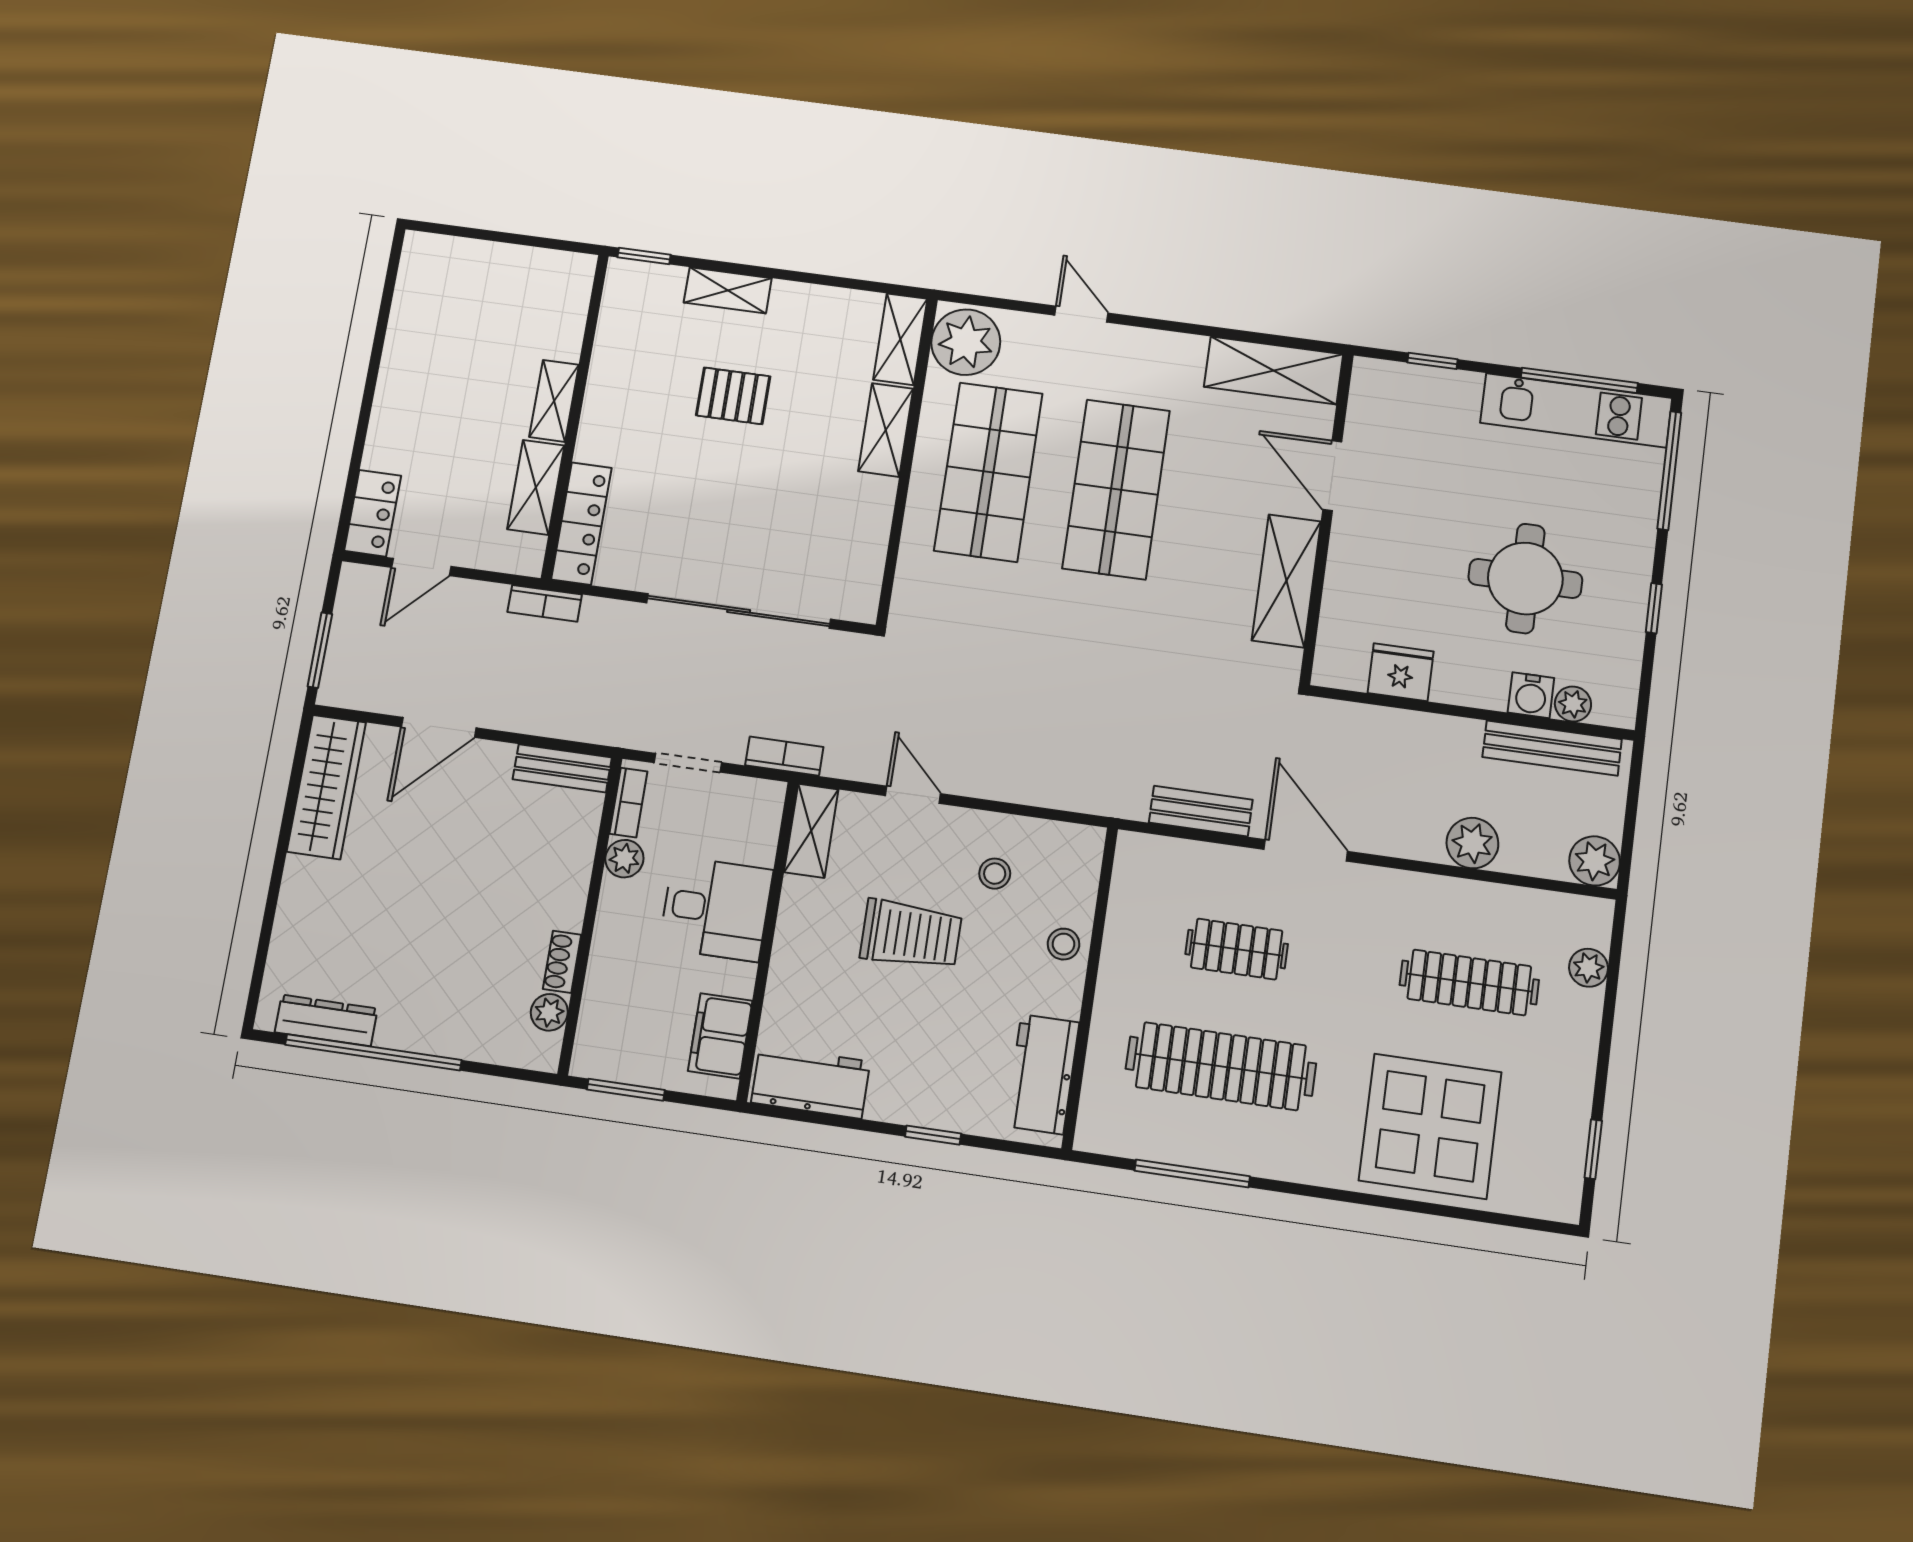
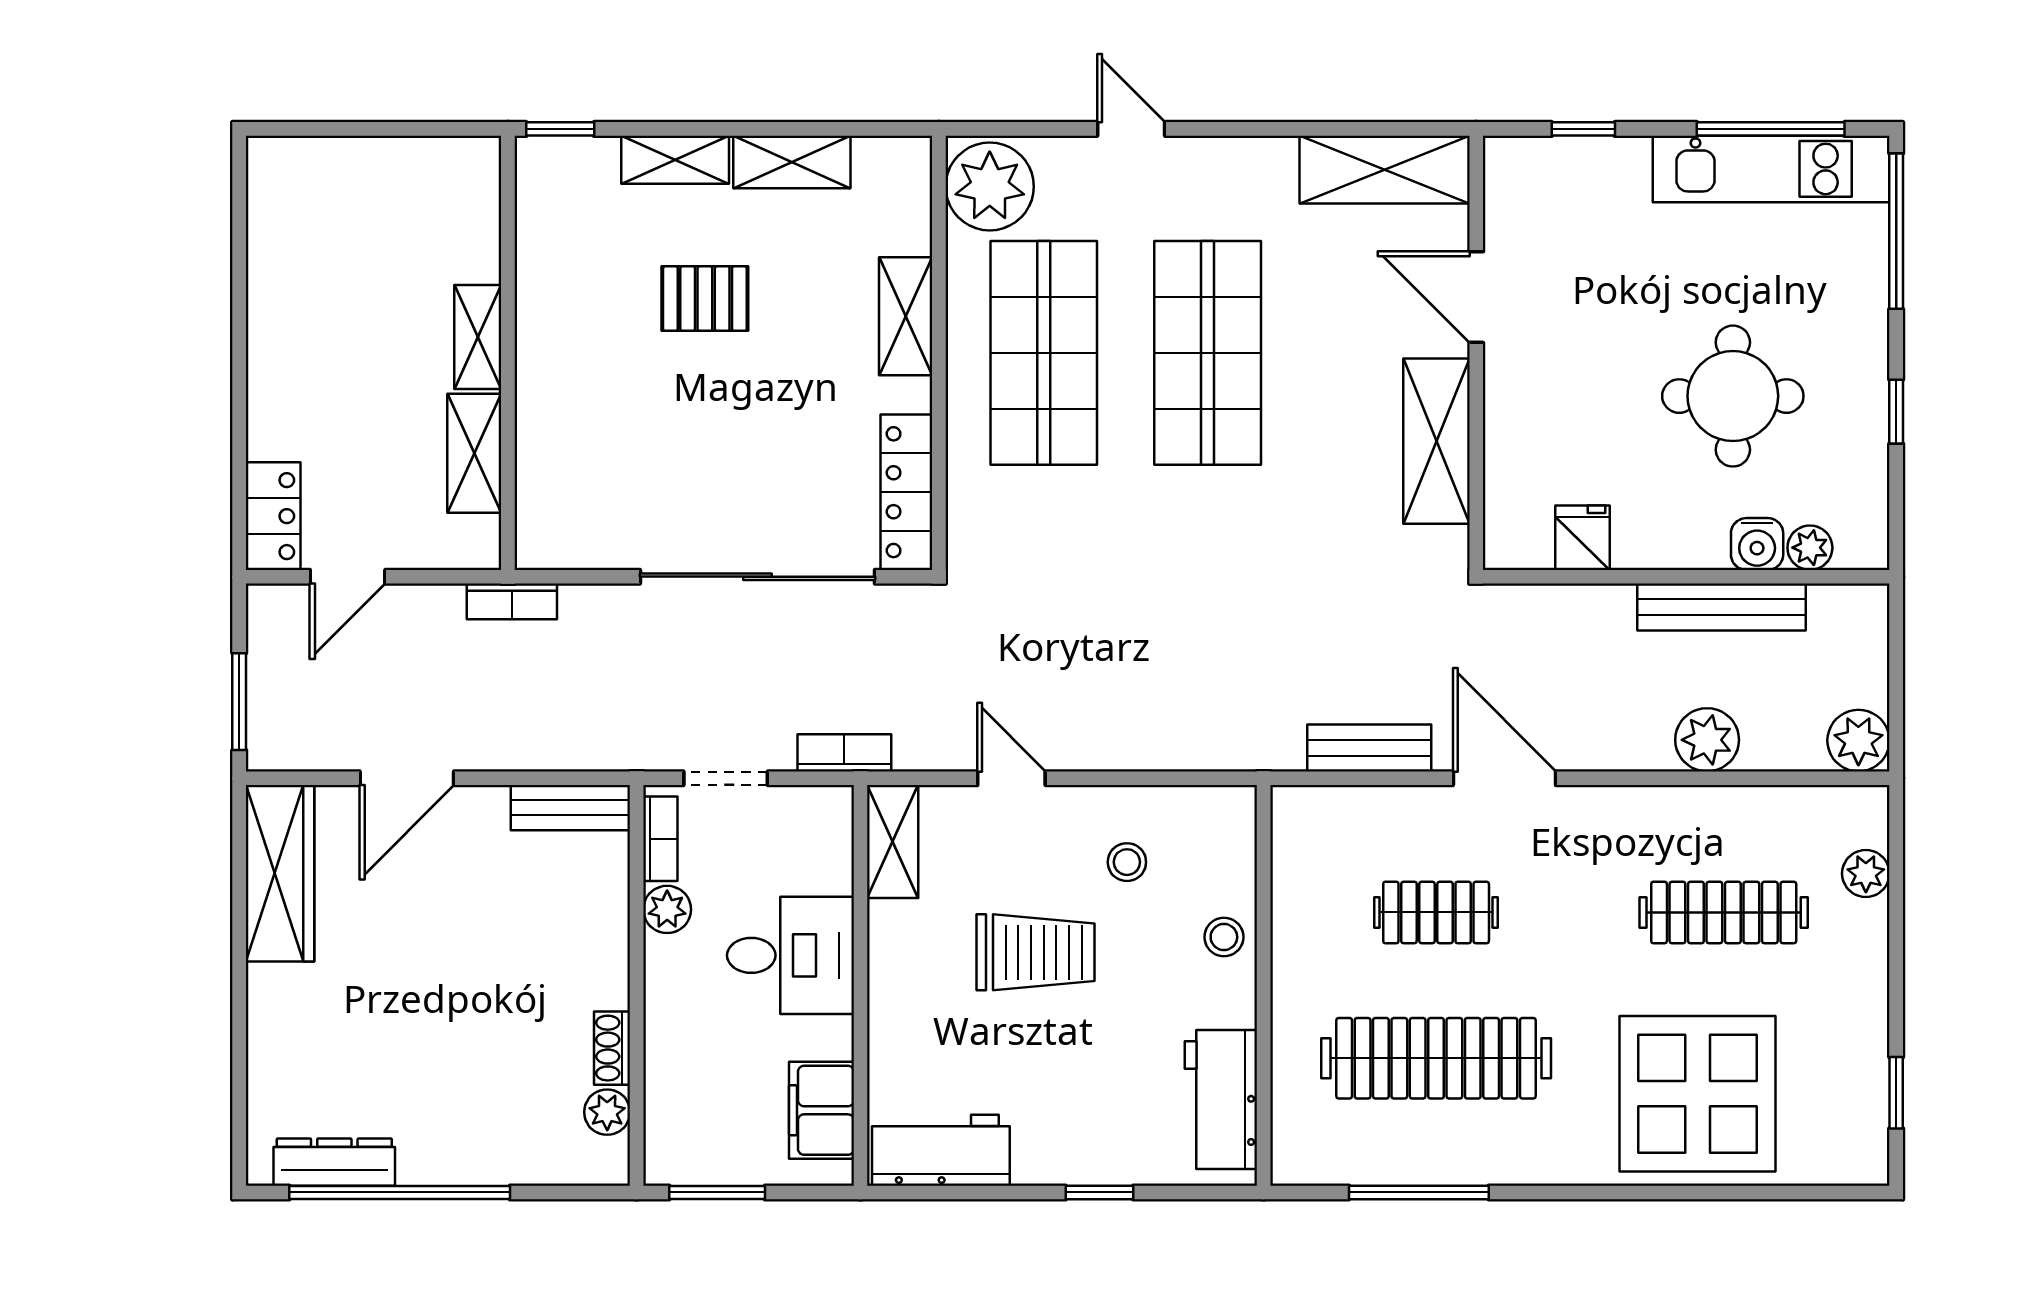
shelving: (900, 339) -> (792, 162), moved, turned 90
locker: (581, 524) -> (906, 492), moved, turned 180
fridge: (1401, 672) -> (1582, 538), width x0.72
bench: (1552, 748) -> (1721, 607), moved

